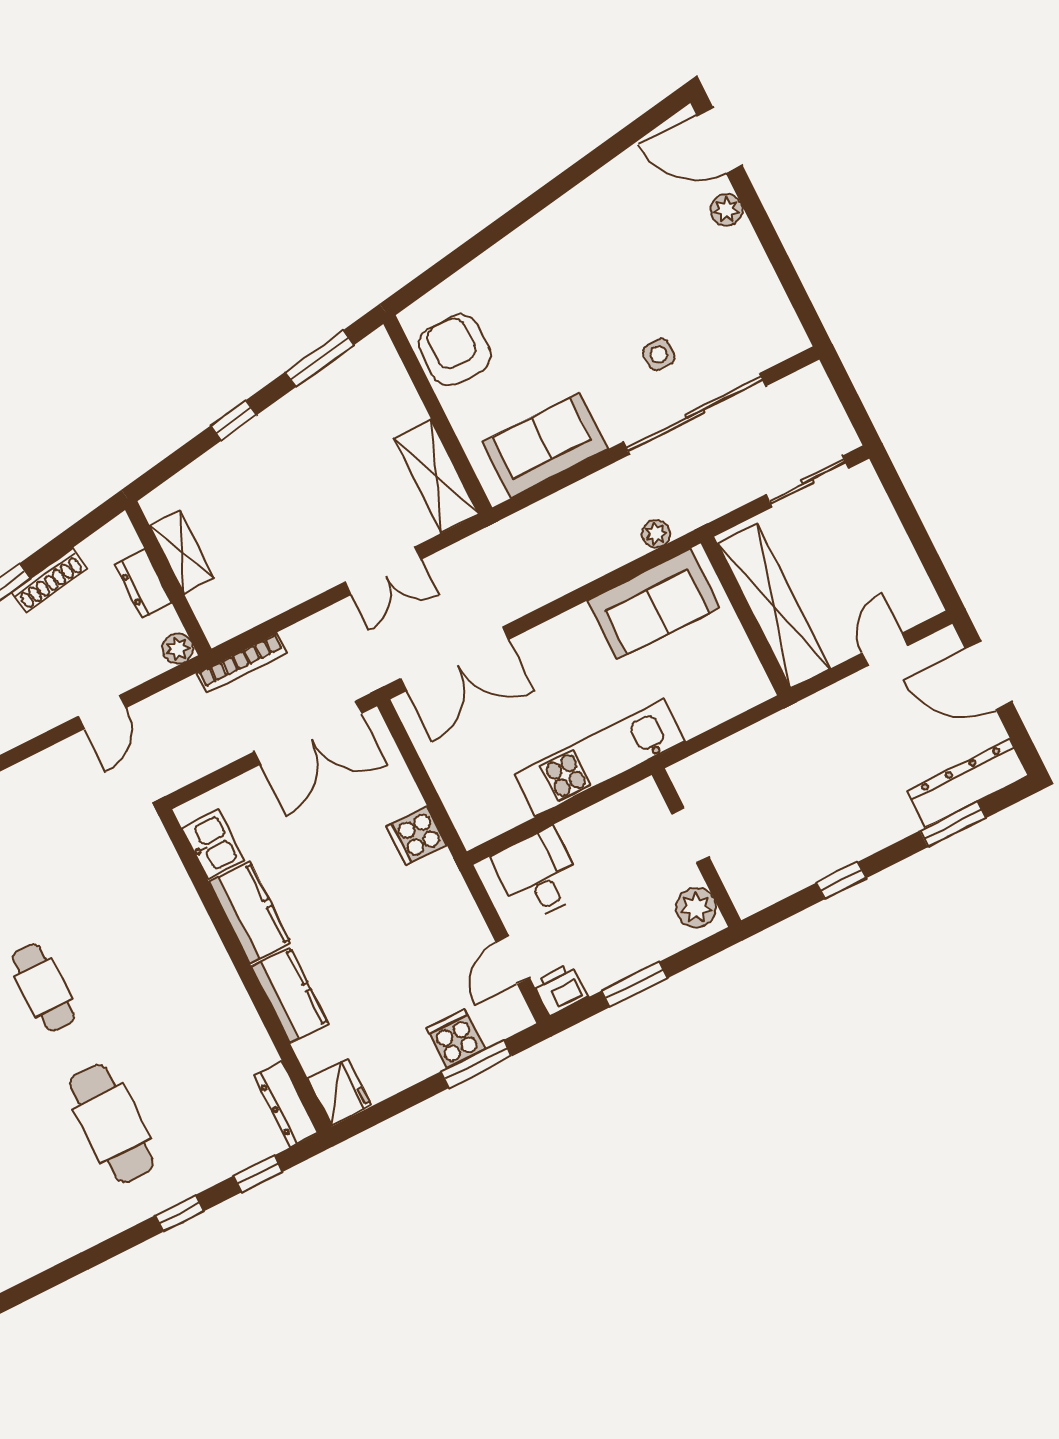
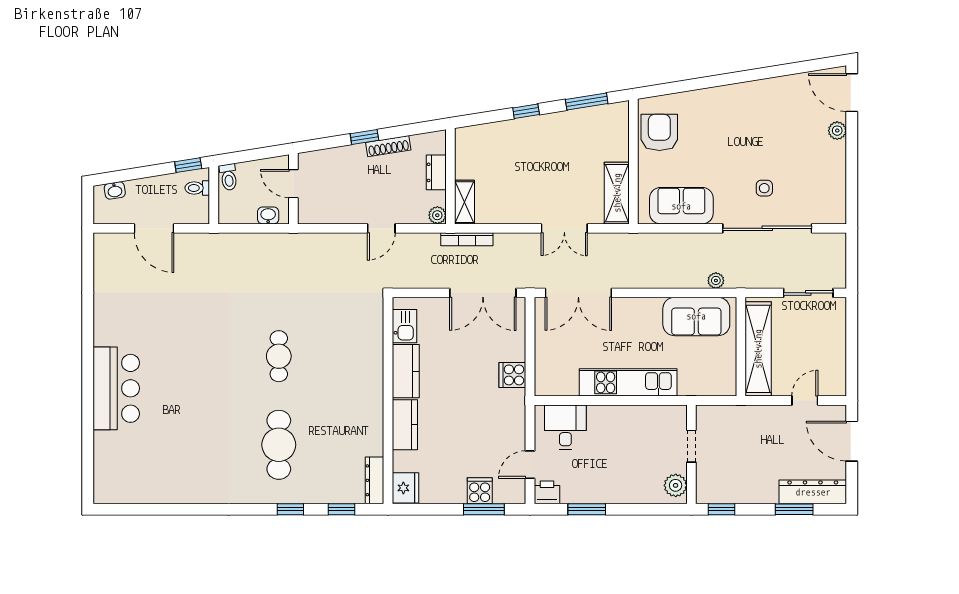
shelving: (182, 552) -> (465, 202), moved
doorway: (690, 835) -> (691, 446), moved
wall: (697, 848) -> (691, 454), moved
plant: (696, 908) -> (676, 485), moved

